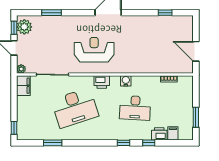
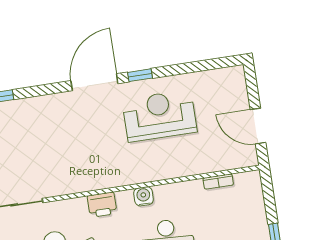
window: (165, 13) -> (140, 75), moved
reception desk: (94, 50) -> (160, 116), moved

